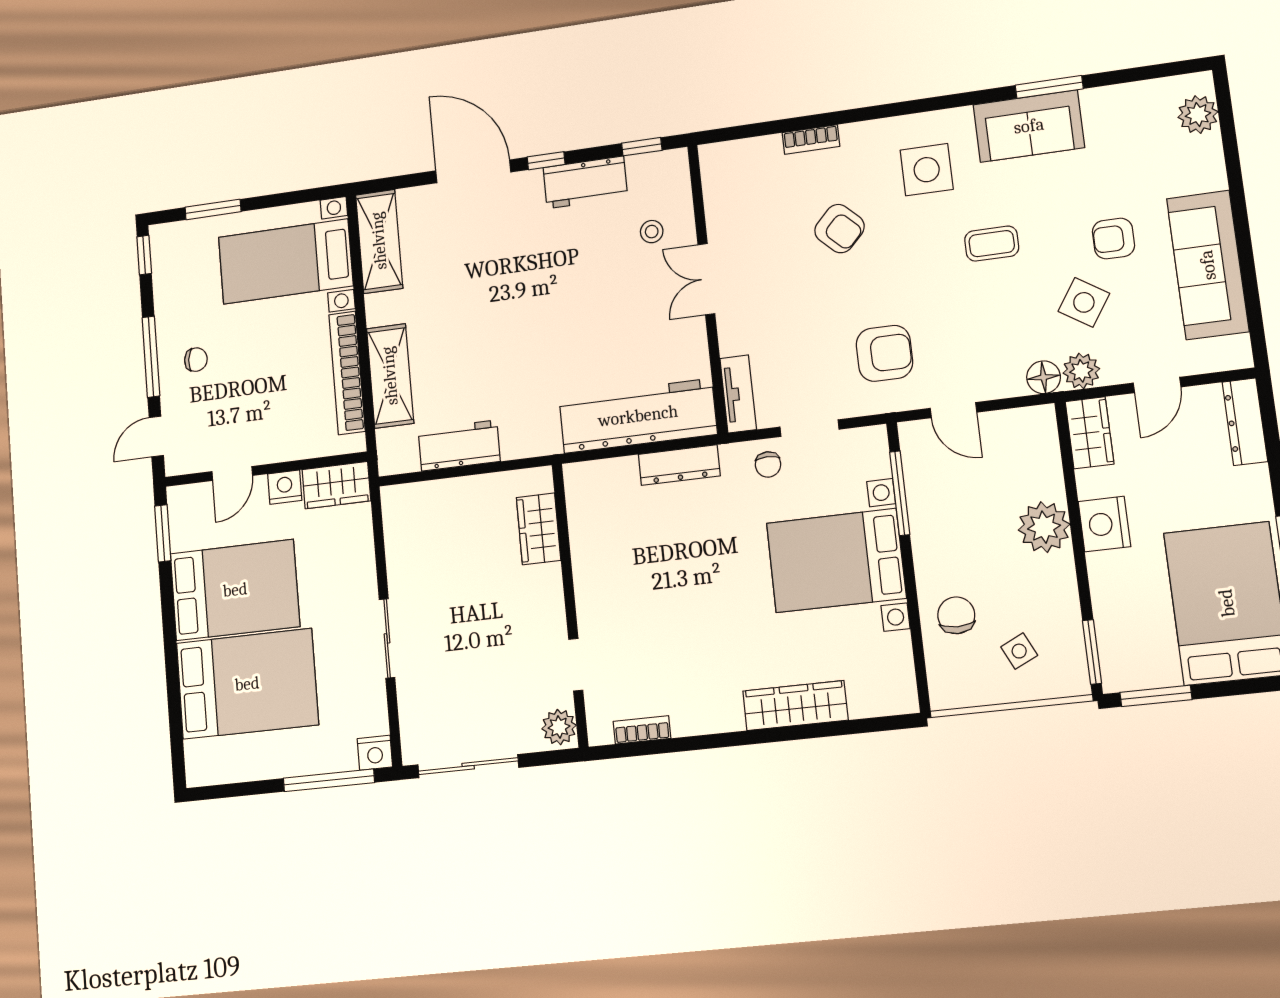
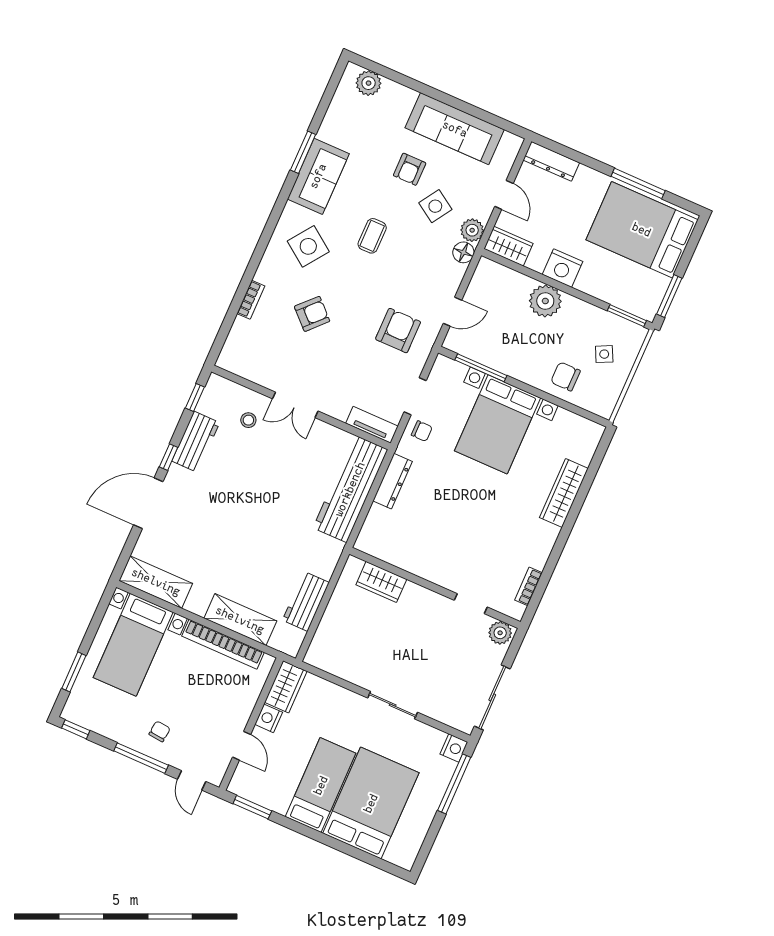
side table: (927, 170) -> (308, 246), turned 36
bed: (235, 590) -> (321, 785), width x0.67

